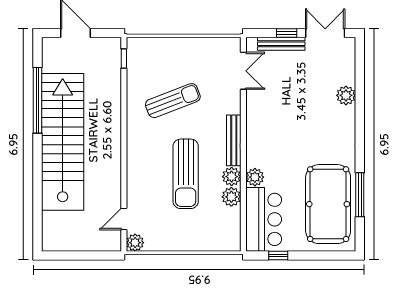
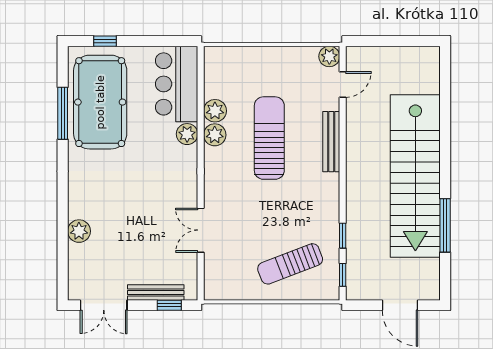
window: (287, 33) -> (169, 305), moved
double door: (243, 71) -> (201, 230), moved
window: (124, 92) -> (343, 236), added
window: (37, 100) -> (445, 225), width x0.68
sun lounger: (173, 101) -> (290, 264), moved
bench: (234, 140) -> (331, 142), moved
window: (278, 255) -> (105, 41), moved

